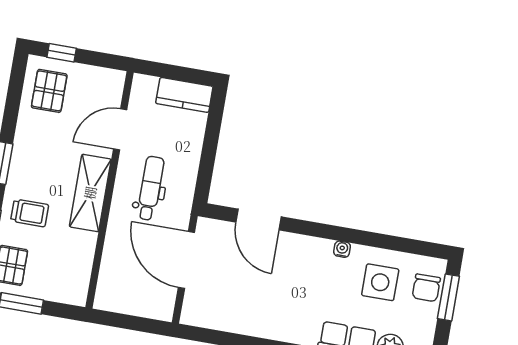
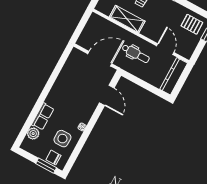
kitchen counter: (184, 95) -> (174, 76), width x1.50
shelving: (90, 193) -> (127, 19), moved
door: (259, 220) -> (107, 95), swing flipped

